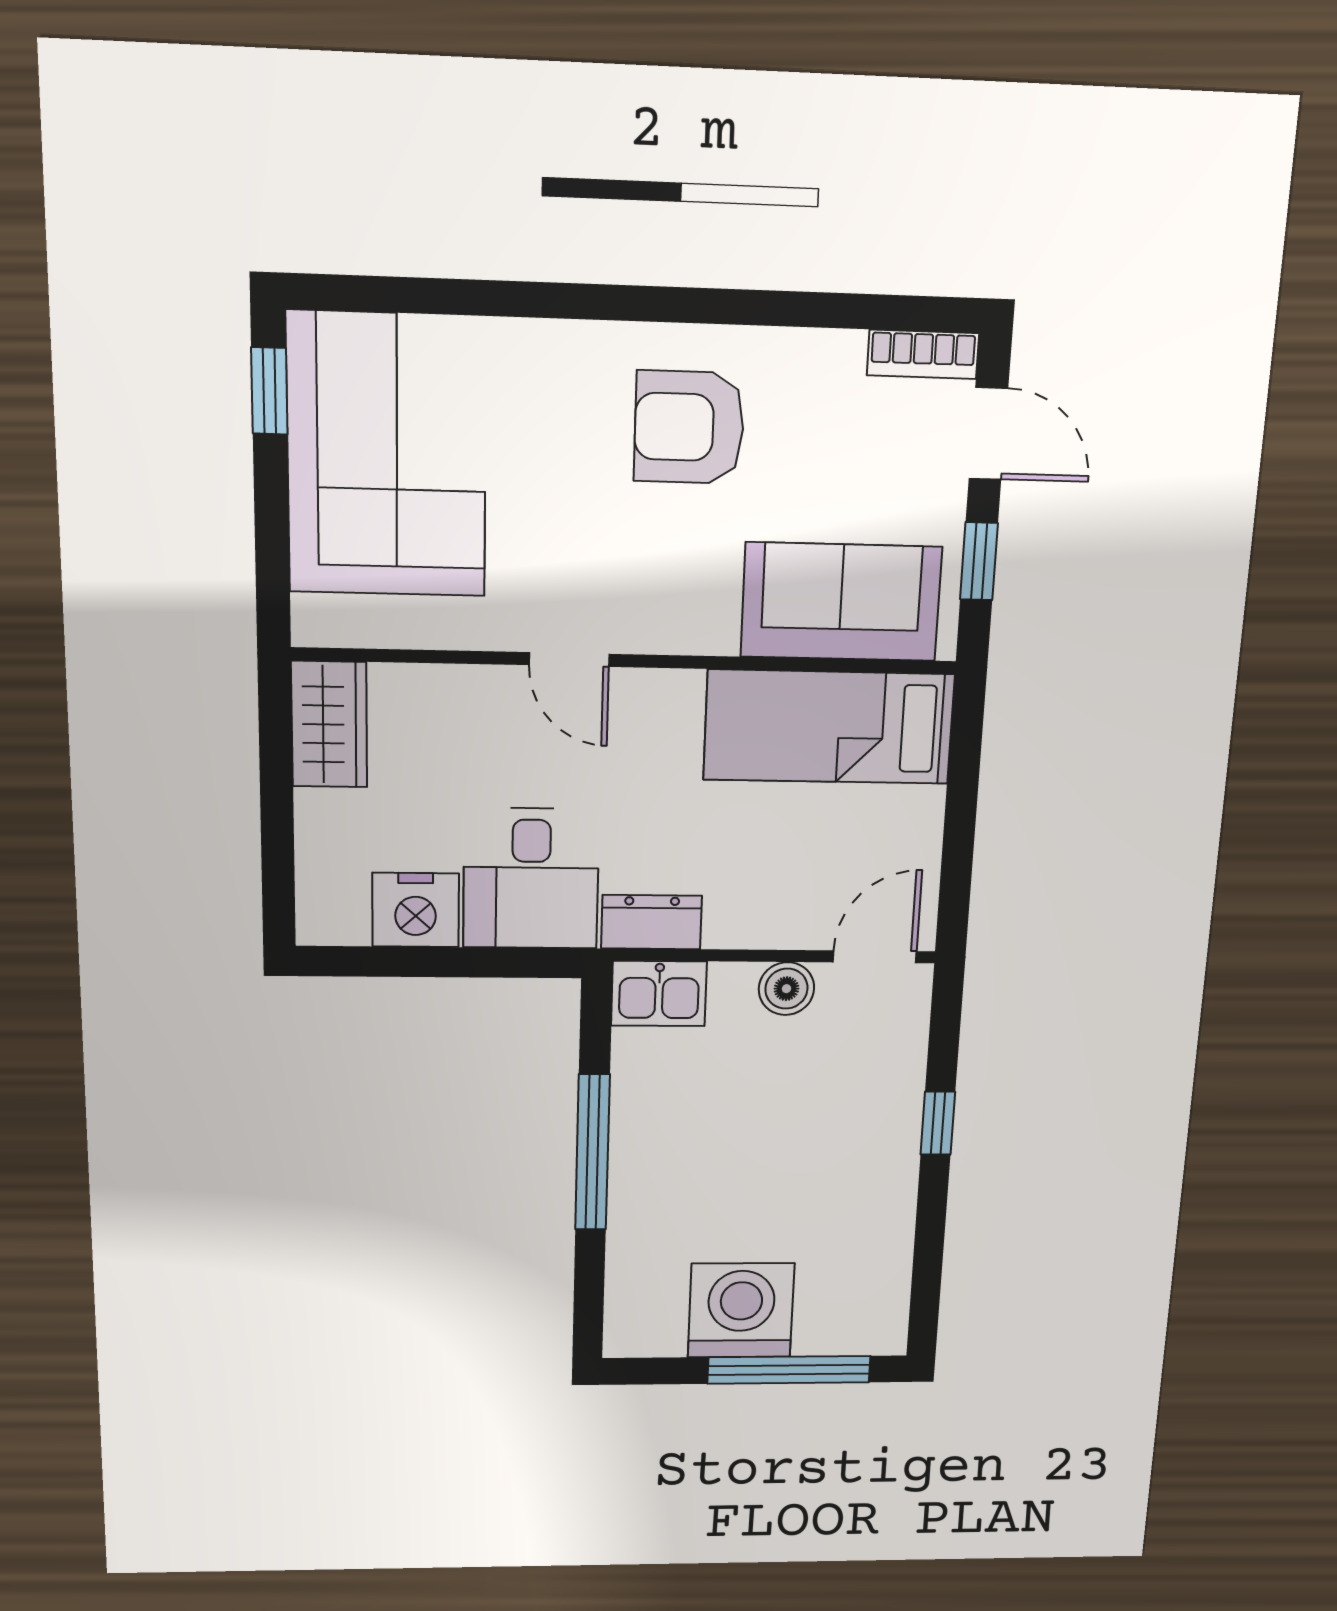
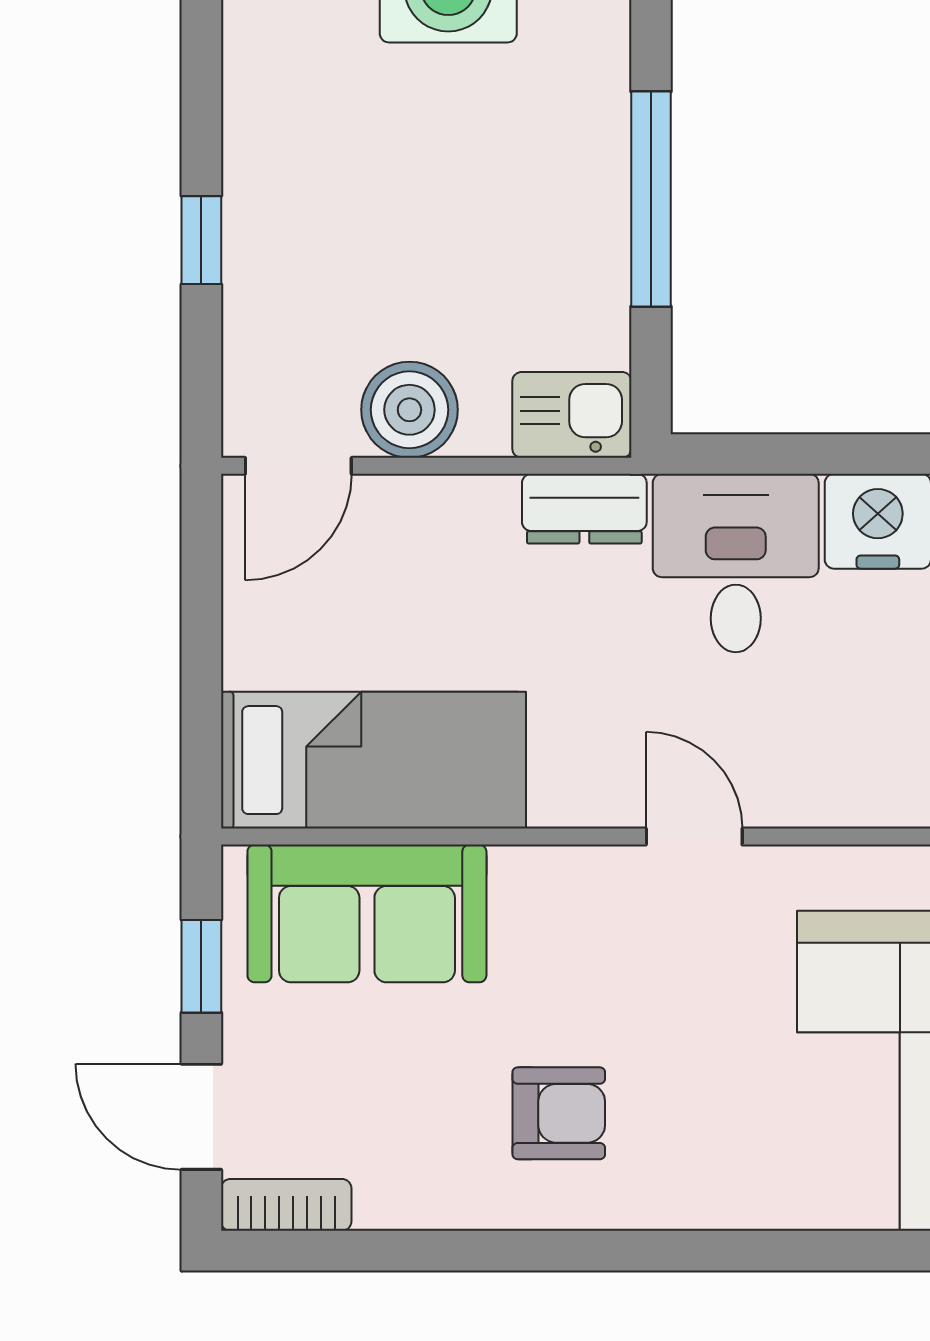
armchair: (689, 427) -> (559, 1113), width x0.72, depth x0.72
boiler: (786, 989) -> (409, 410), width x1.36, depth x1.36

